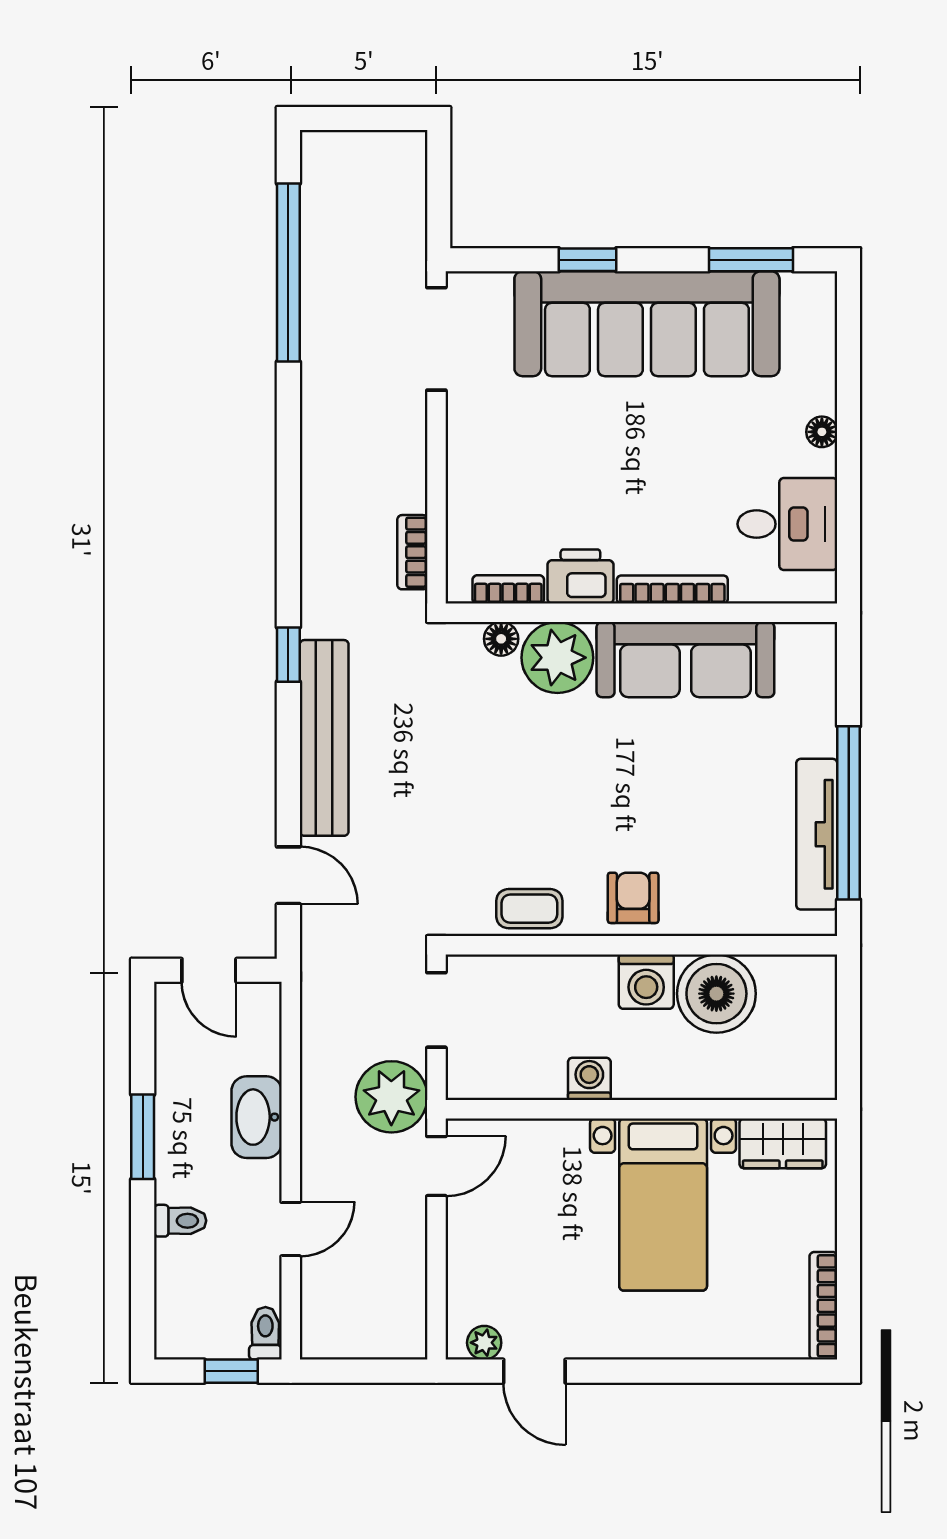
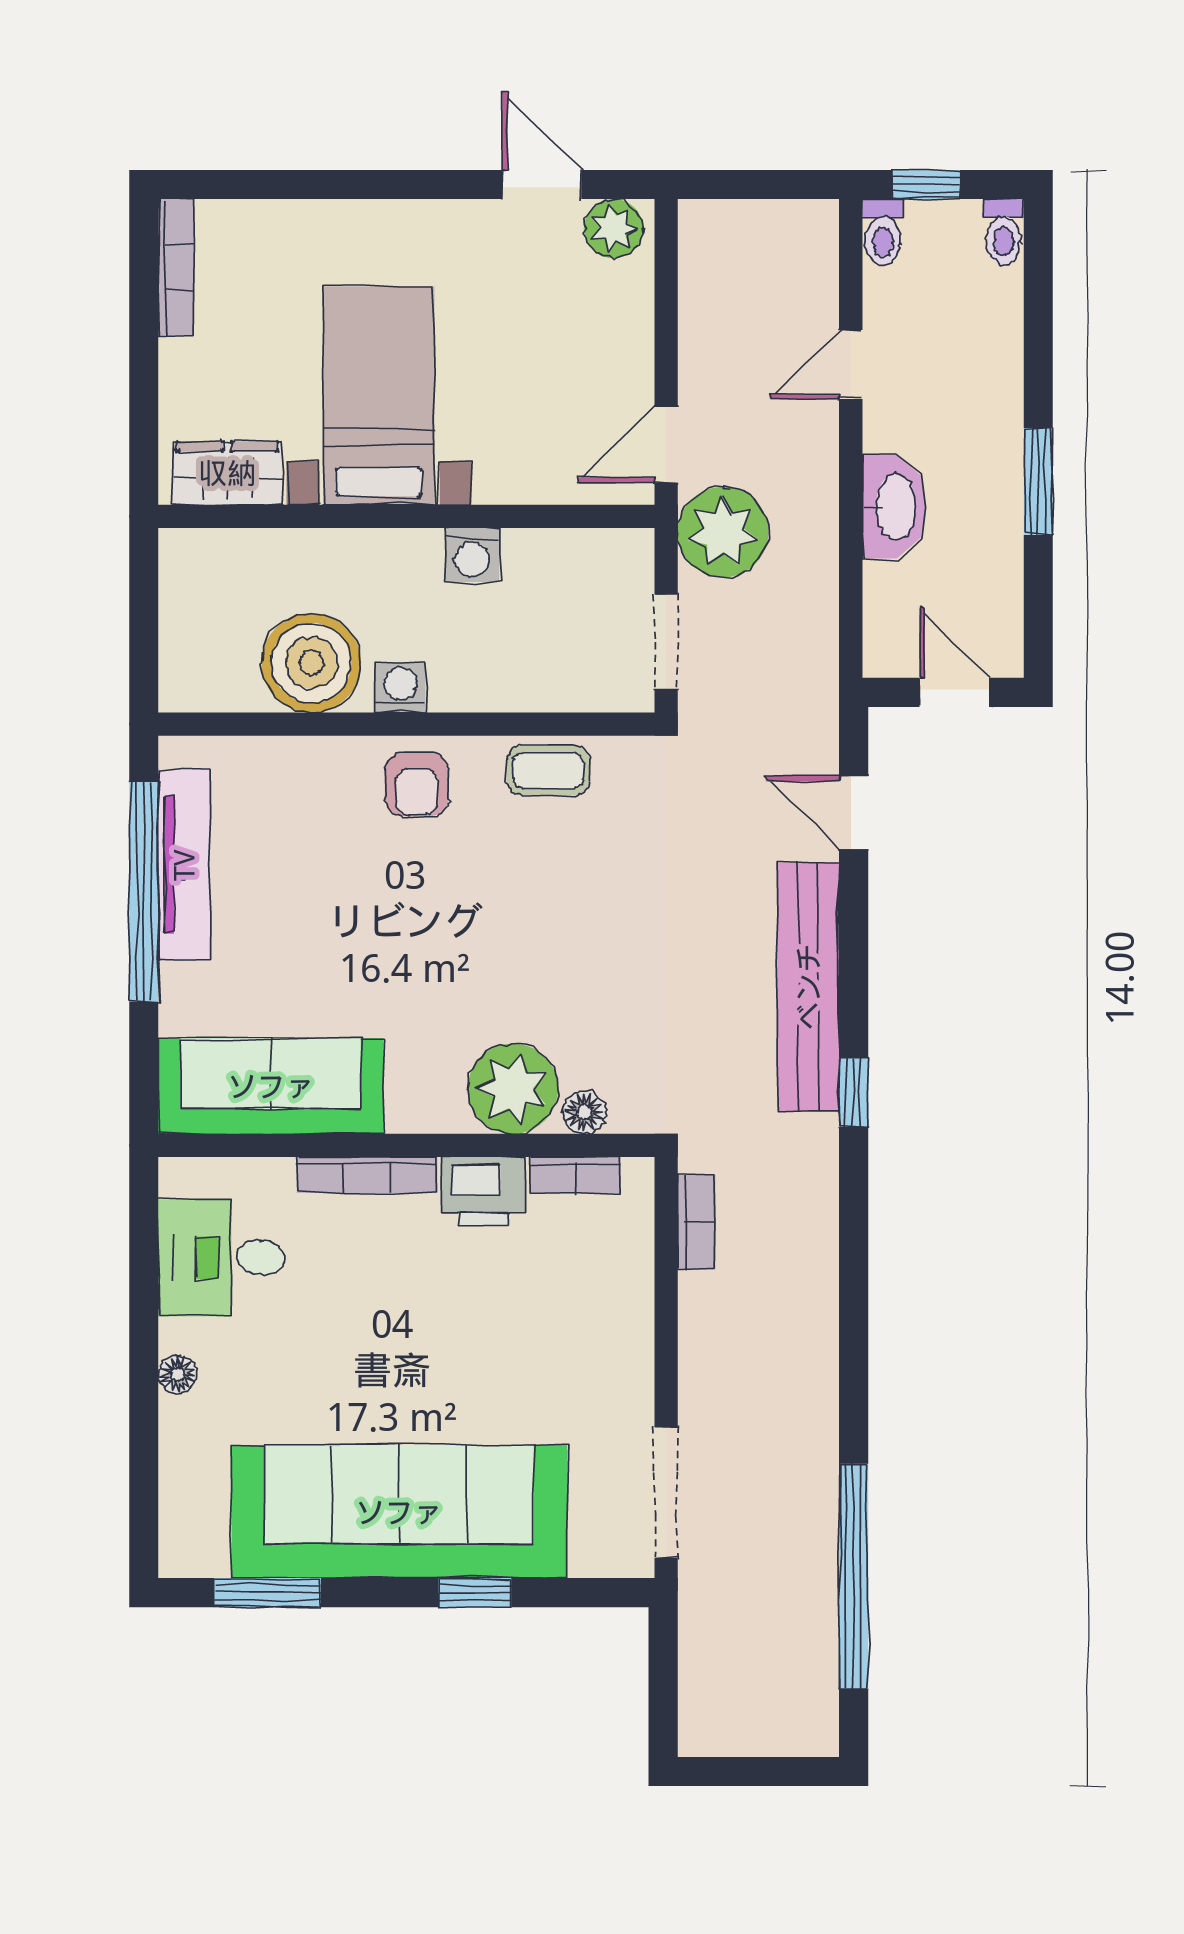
sofa: (685, 660) -> (271, 1086), moved
washing machine: (646, 982) -> (400, 687), width x0.73, depth x0.73
toilet: (180, 1221) -> (1004, 232), moved, turned -90
plant: (484, 1343) -> (614, 229), width x1.38, depth x1.38

